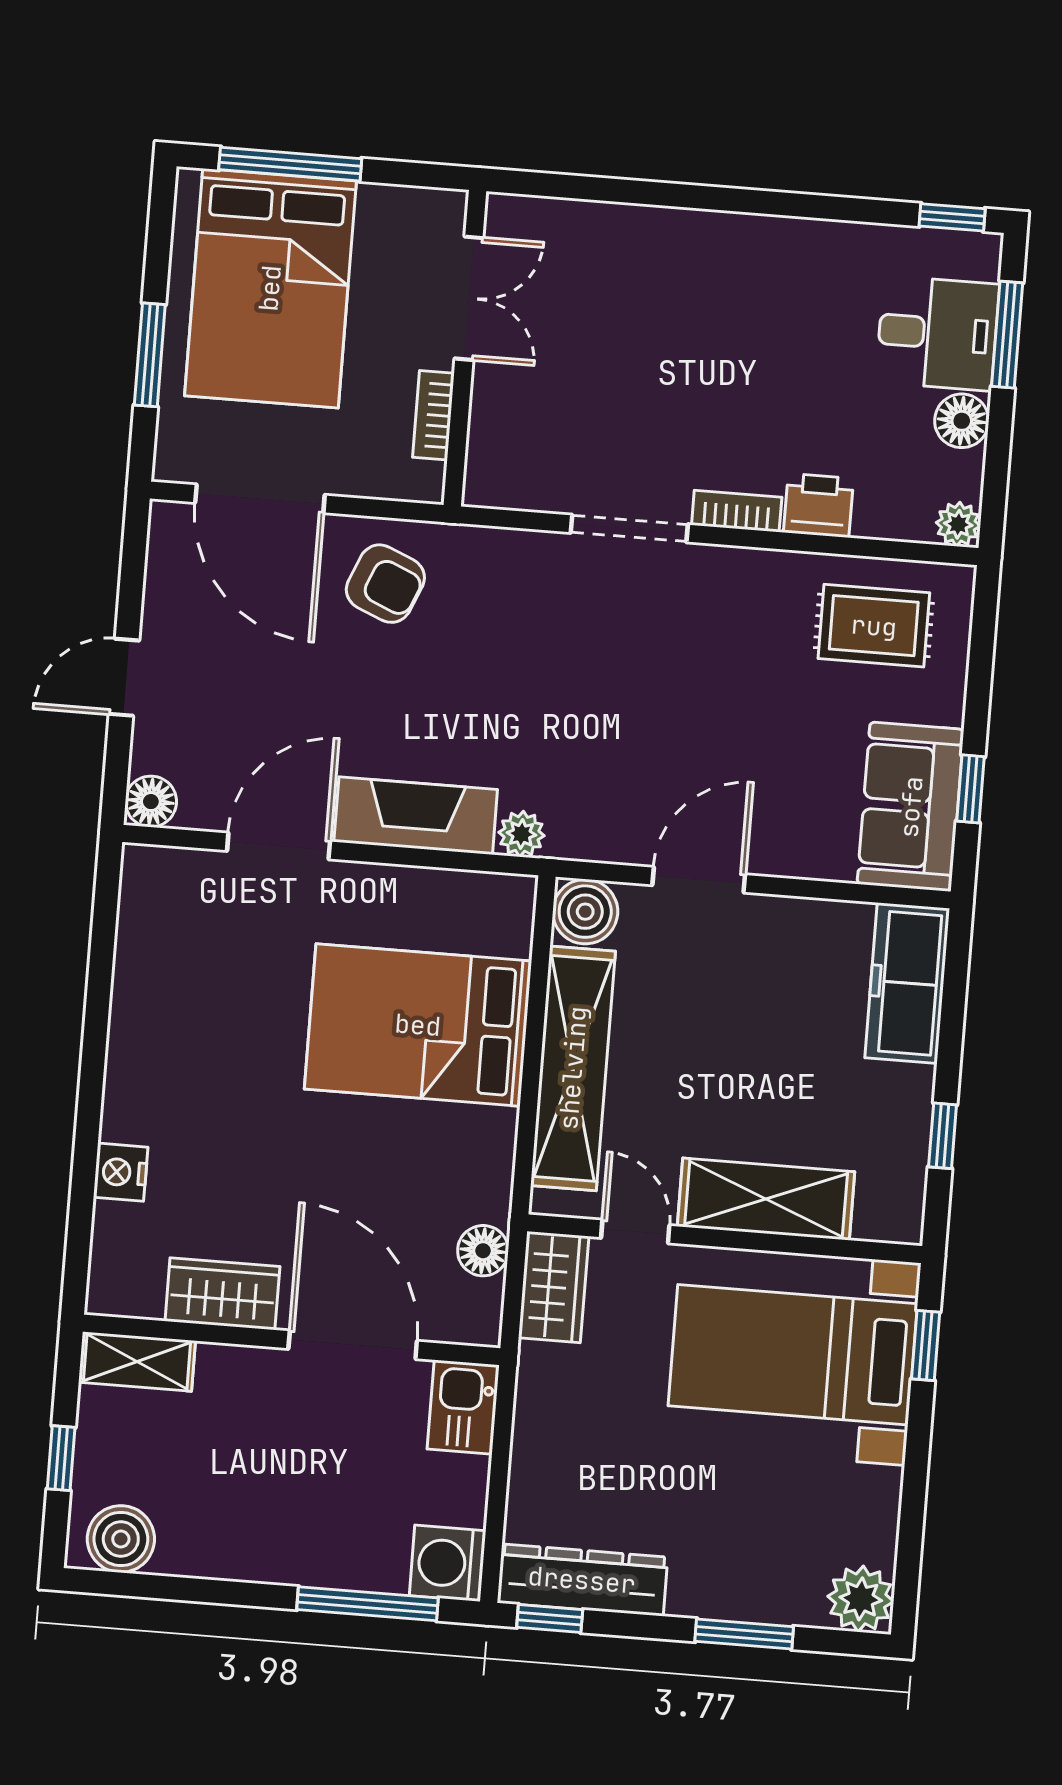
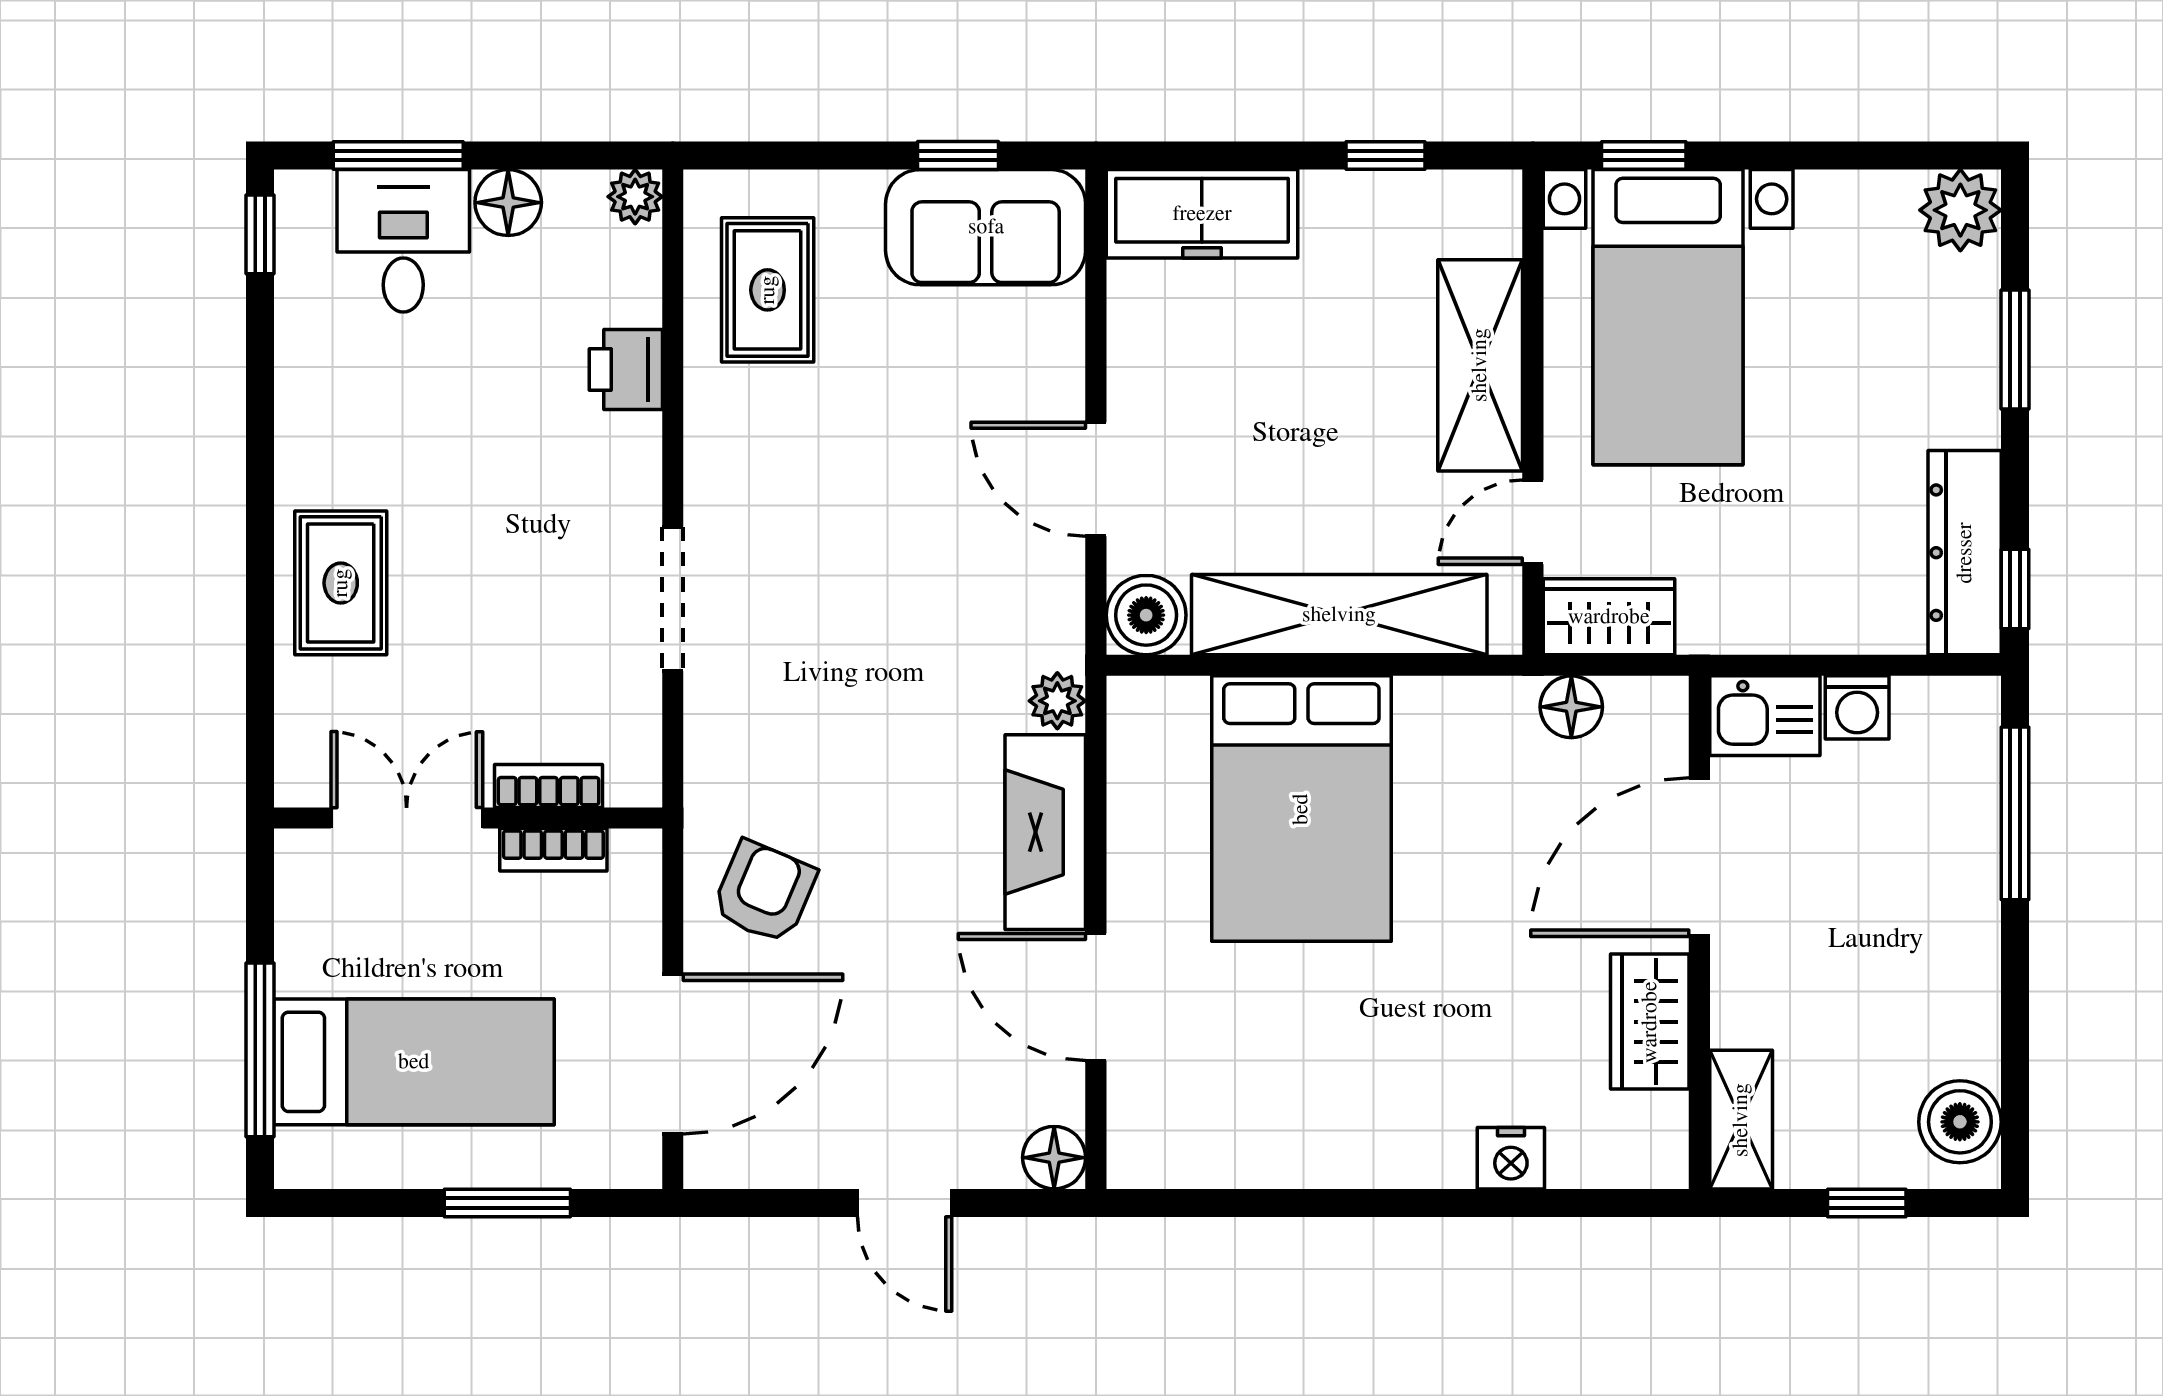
rug: (664, 260) -> (341, 583), added
bed: (270, 288) -> (414, 1062), width x0.67
bookcase: (737, 511) -> (549, 786), moved, turned 90
washing machine: (448, 1563) -> (1857, 707), moved, width x0.73, depth x0.73

